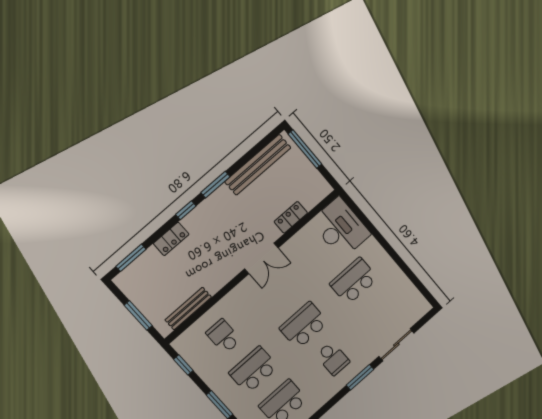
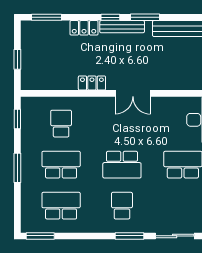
locker: (291, 217) -> (92, 83), moved
bench: (188, 308) -> (122, 27), moved
window: (138, 315) -> (17, 59), width x0.67
school desk: (304, 325) -> (122, 165), turned 180
school desk: (333, 358) -> (122, 206), turned 180

